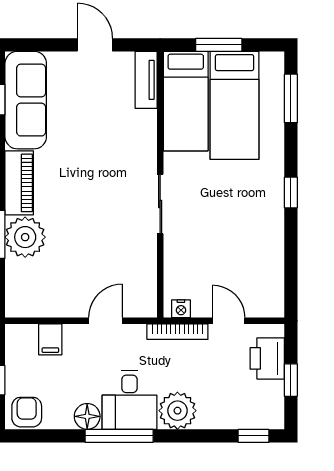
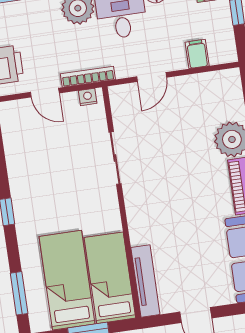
tv unit: (146, 80) -> (145, 281), width x1.41
sliding door: (160, 204) -> (115, 158), moved

